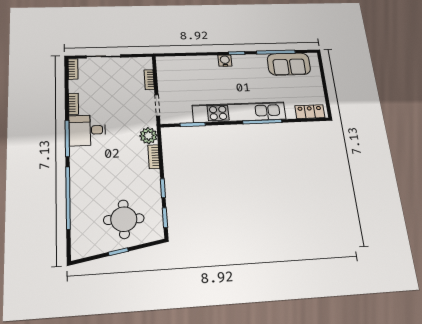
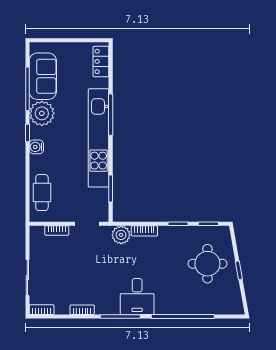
plant: (256, 64) -> (42, 113), added
cafe table: (184, 66) -> (42, 193), added
desk: (87, 130) -> (137, 296), moved

